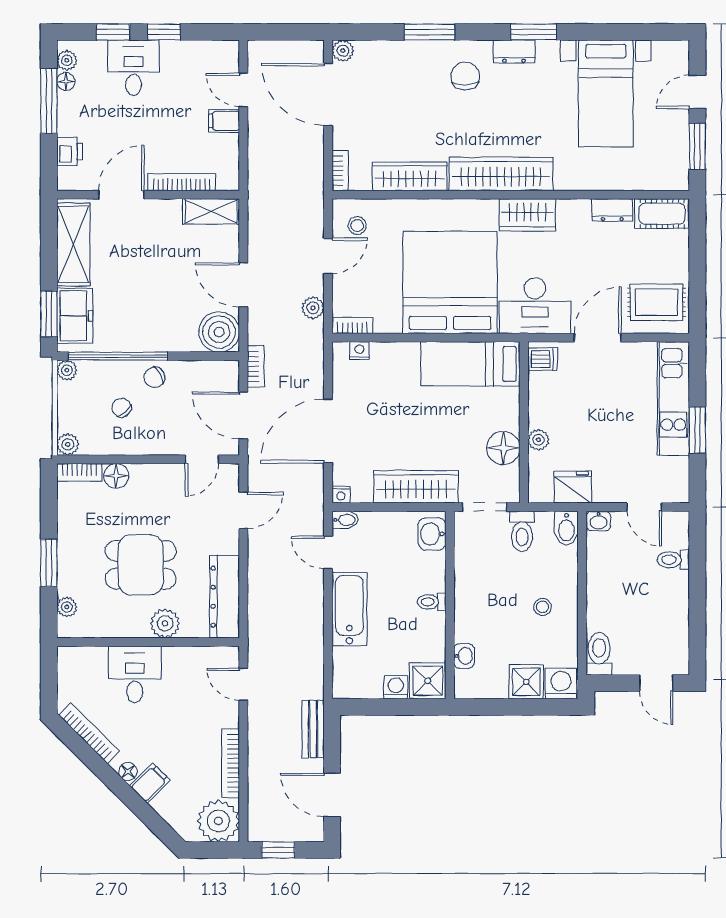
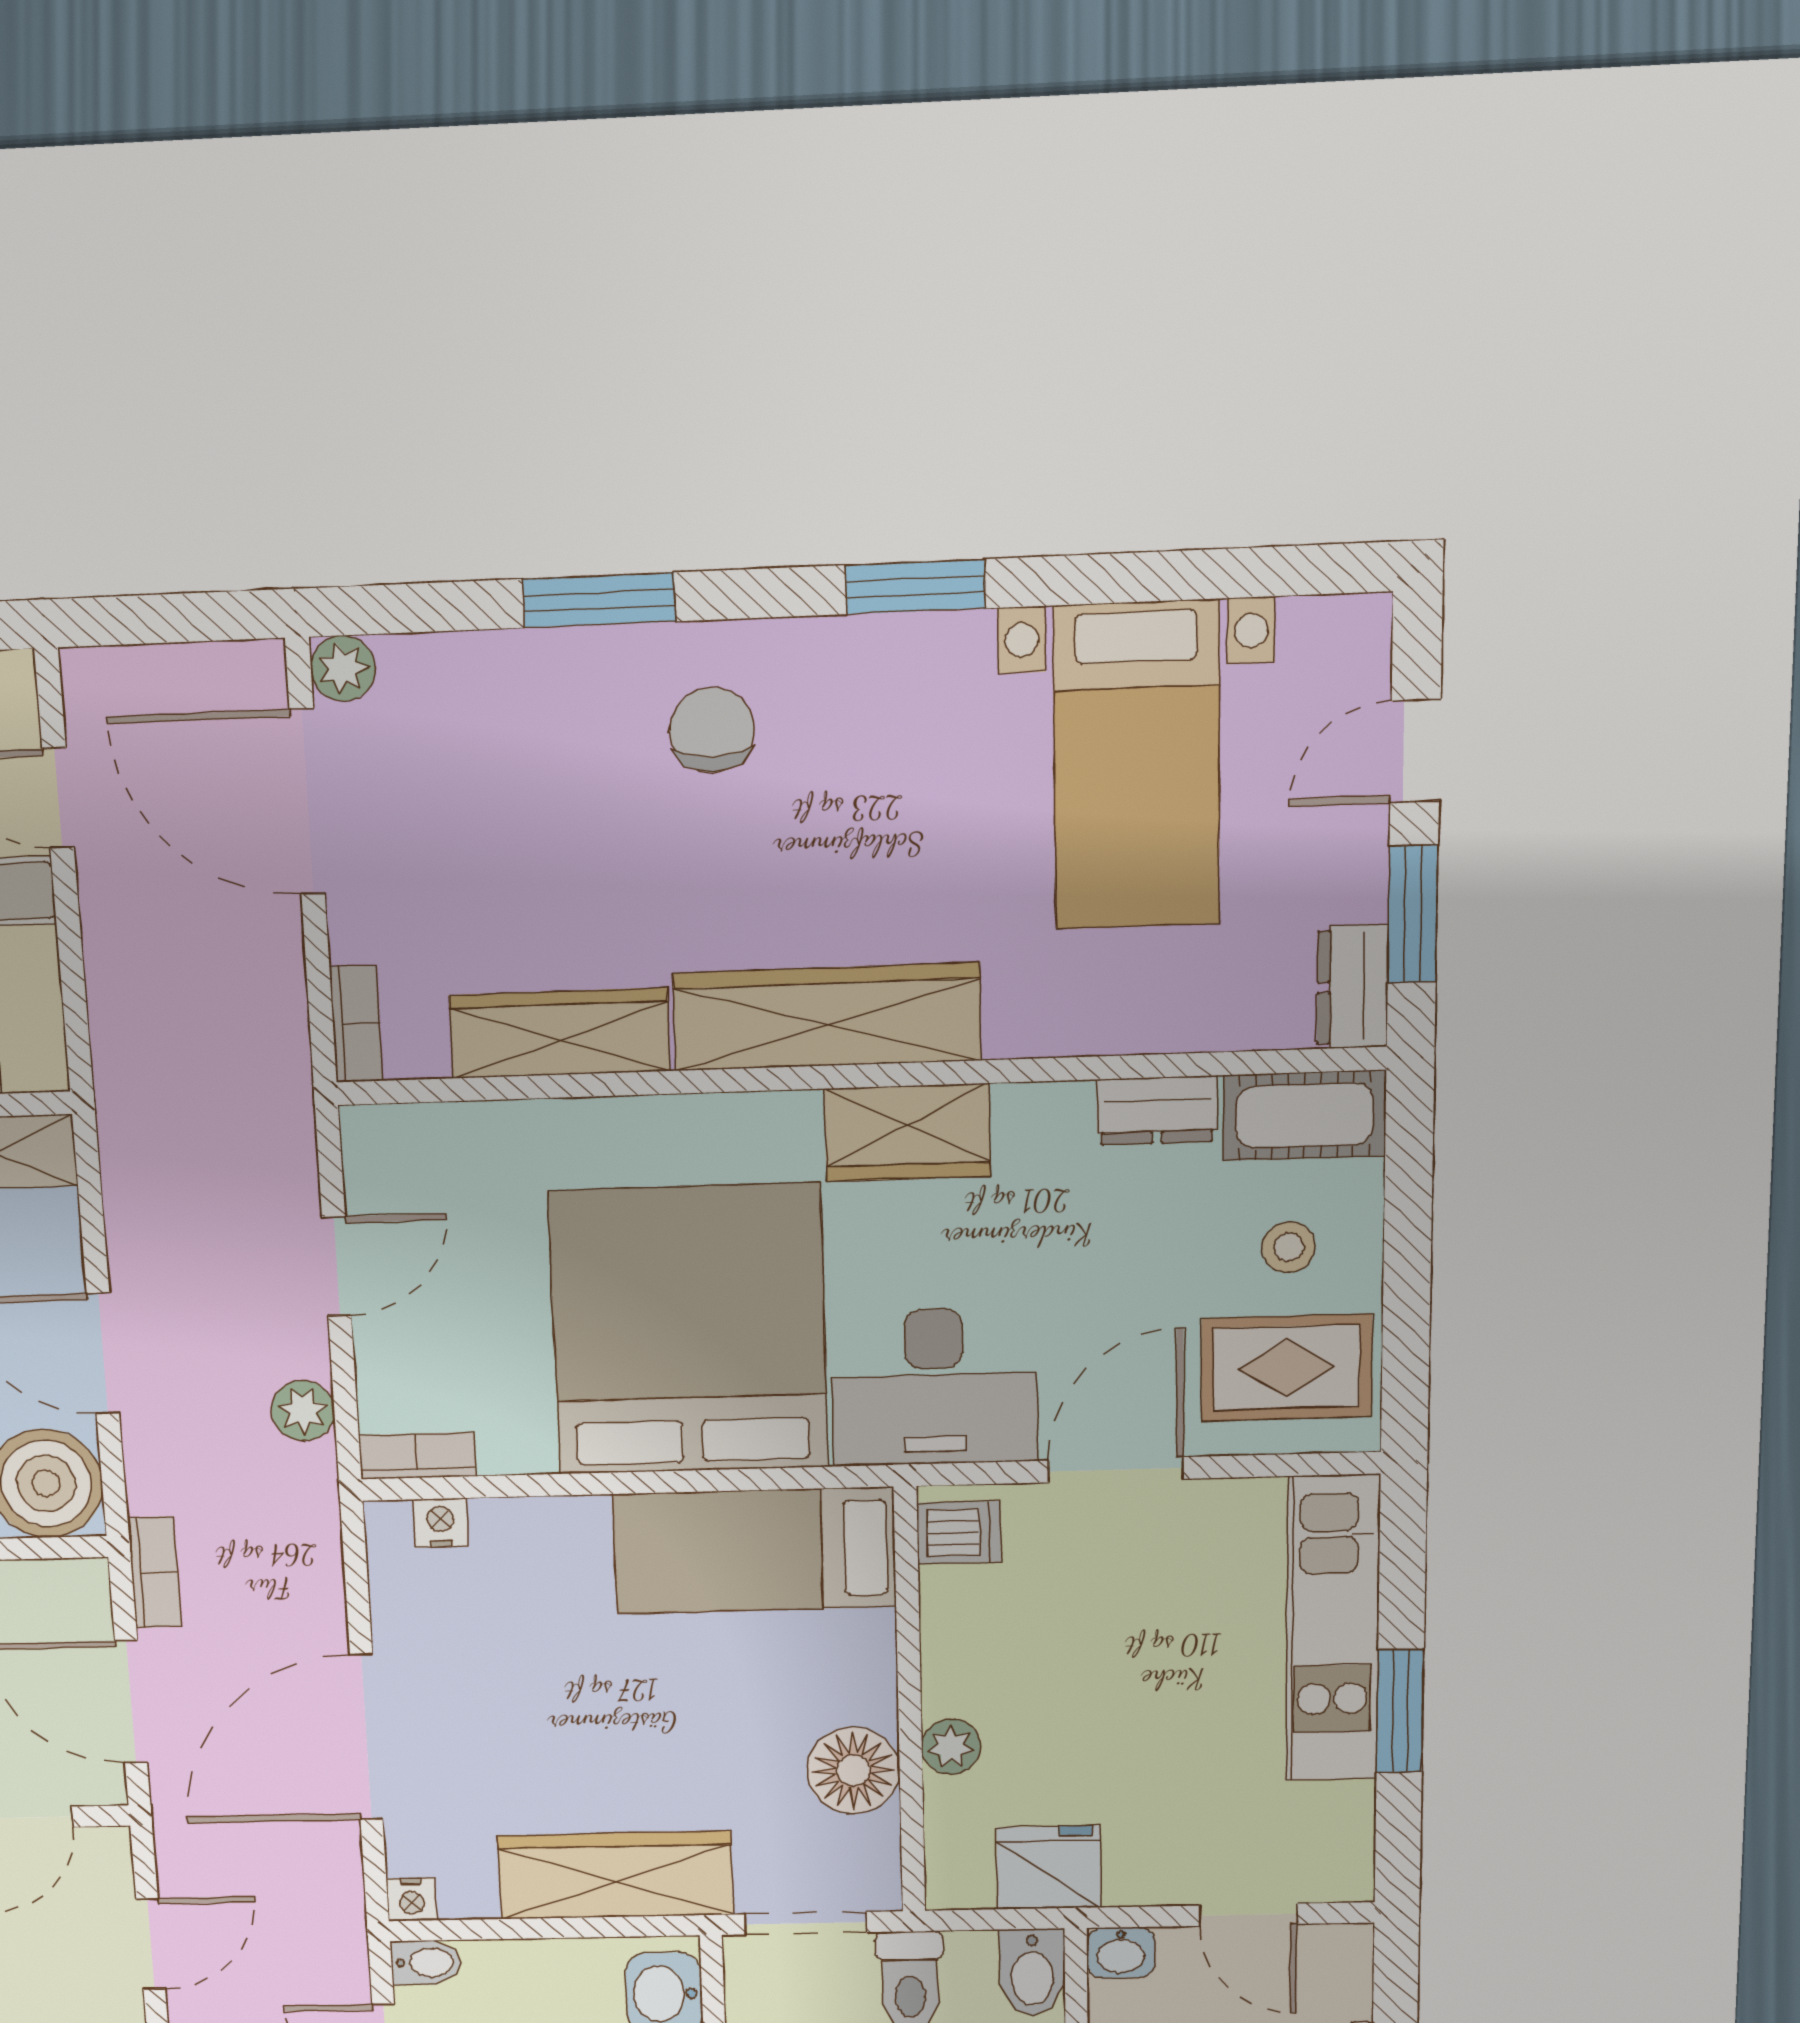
dresser: (514, 52) -> (1353, 987), moved, turned 90
stool: (357, 226) -> (1289, 1247), moved

